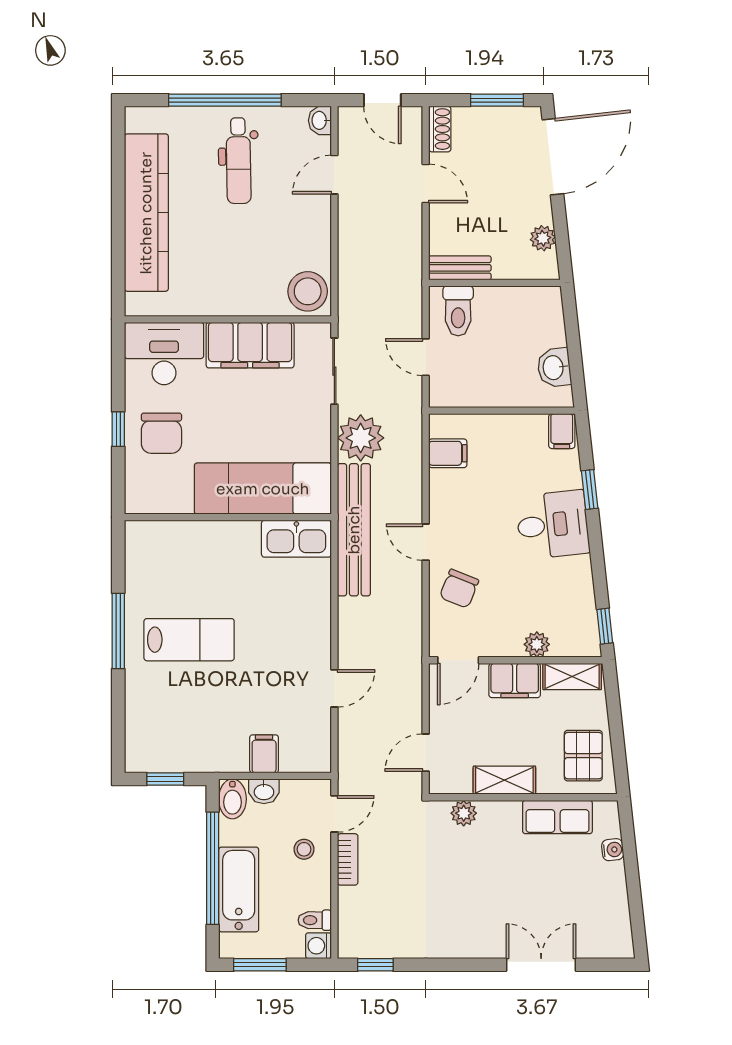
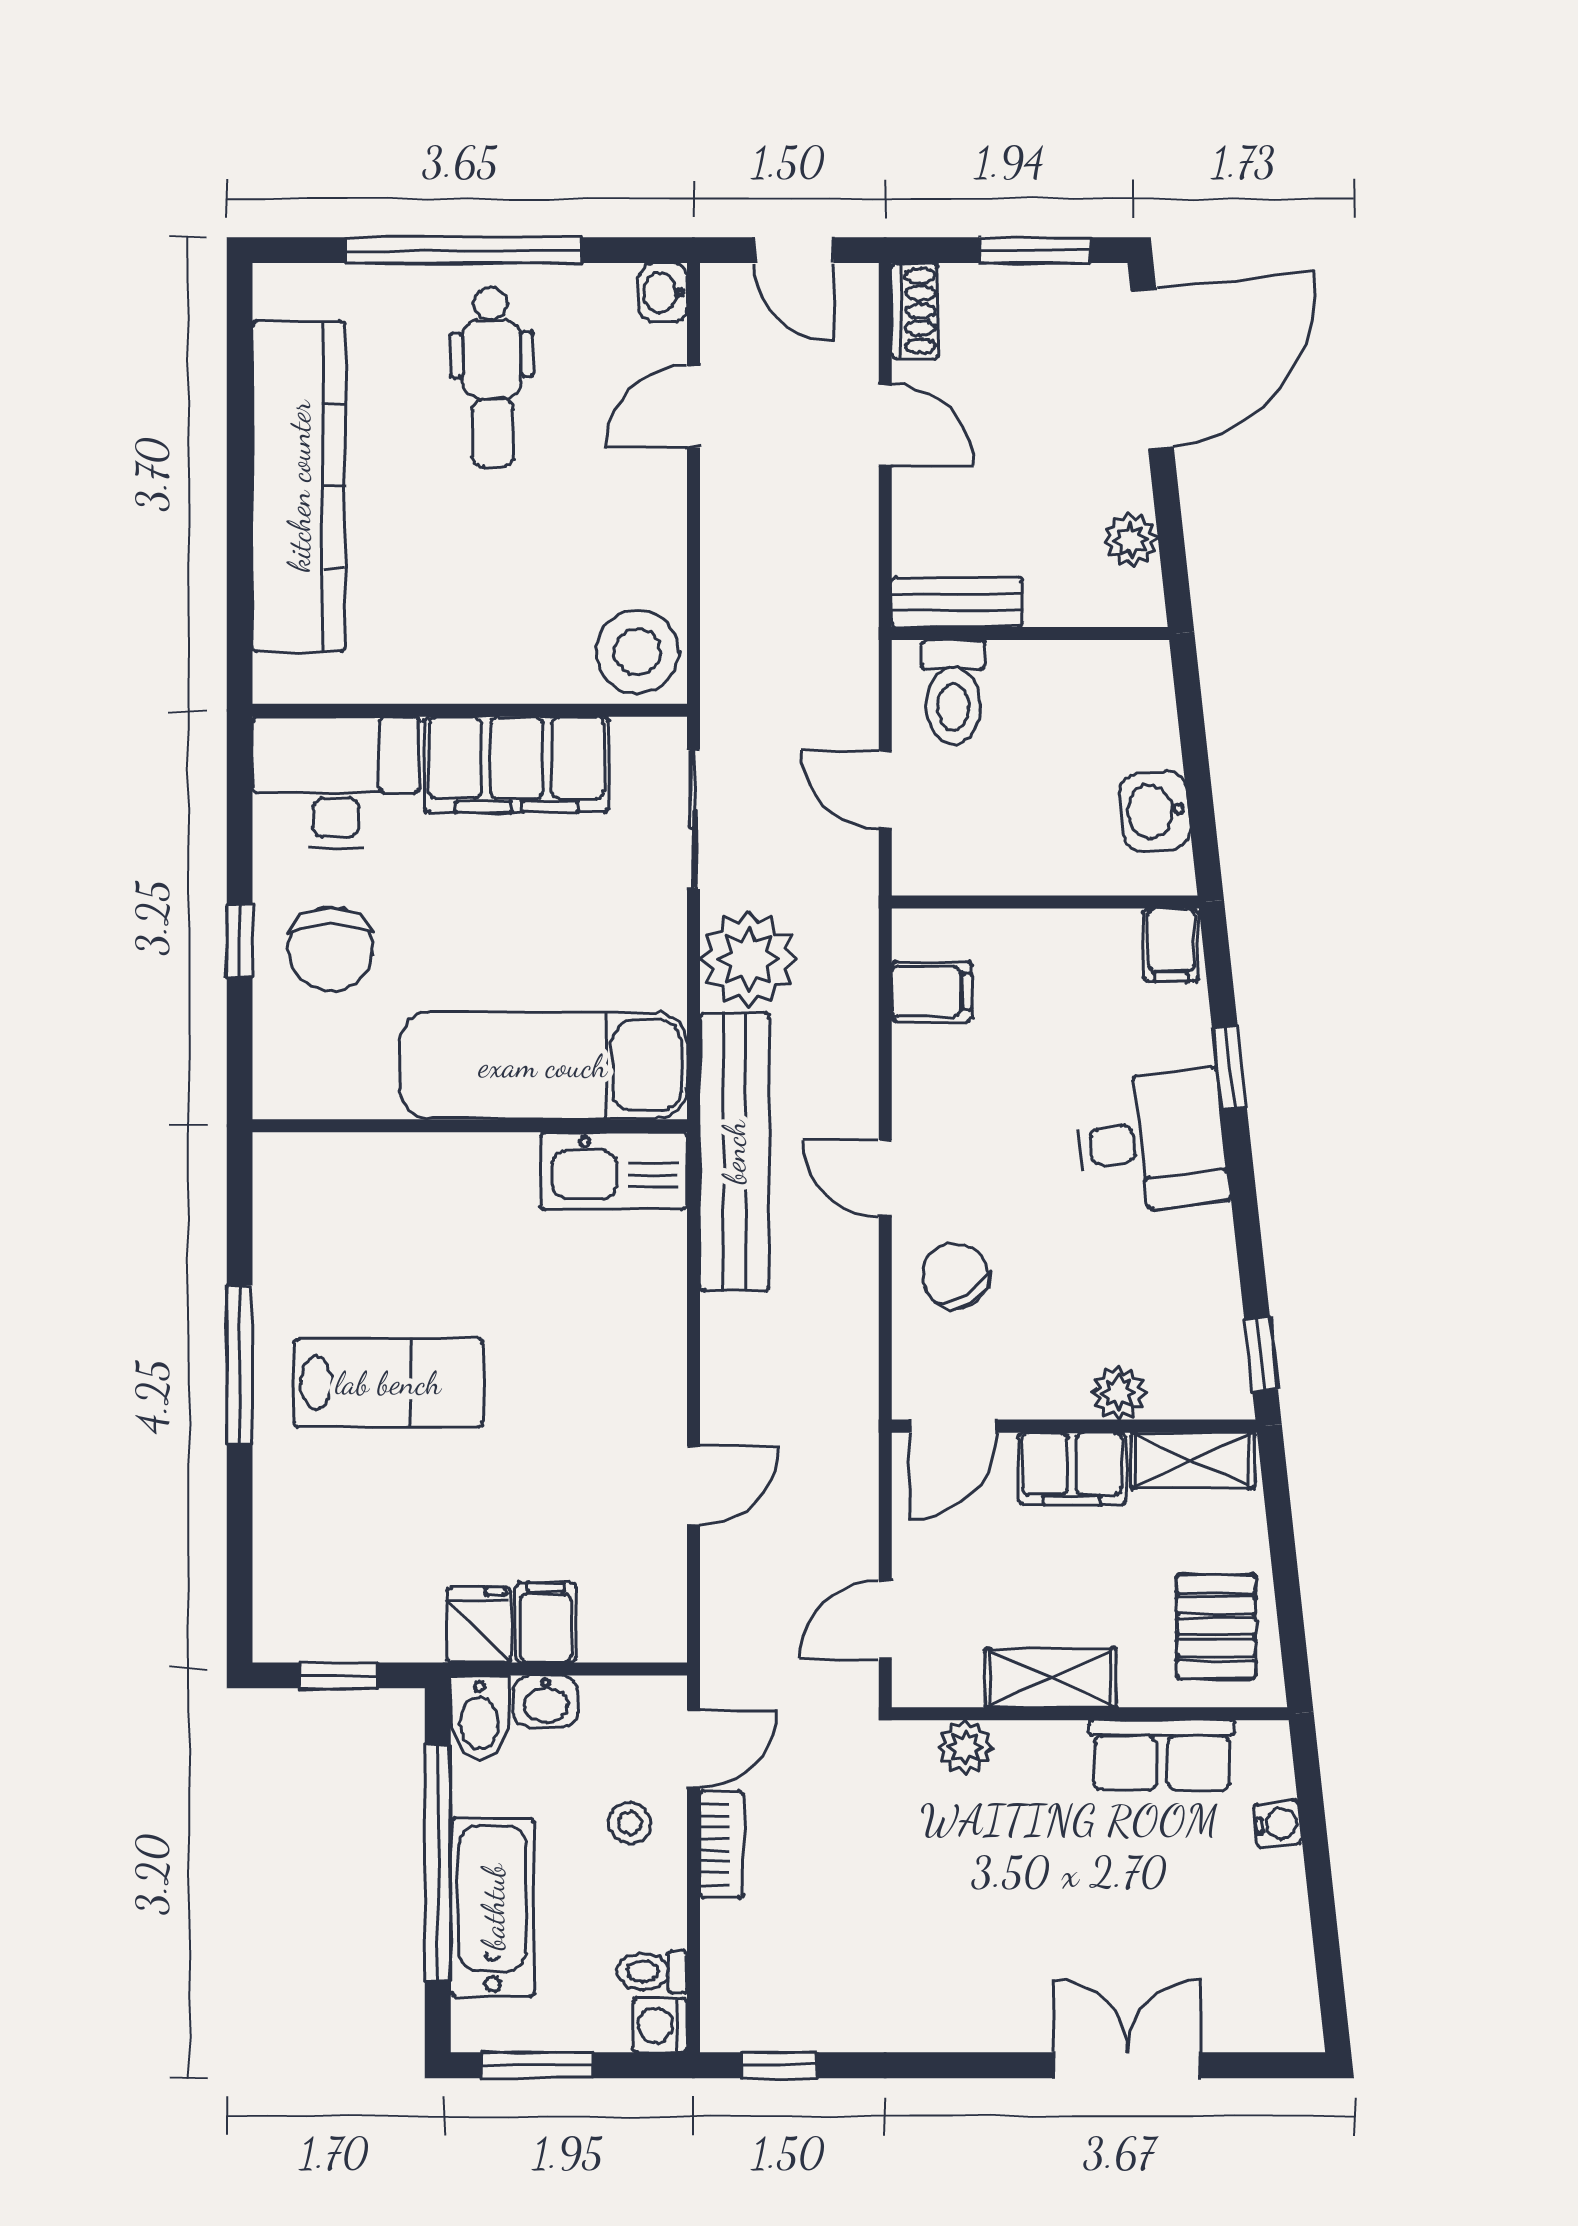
chair: (459, 589) -> (955, 1276), turned 128
fridge: (232, 755) -> (479, 1625), added

